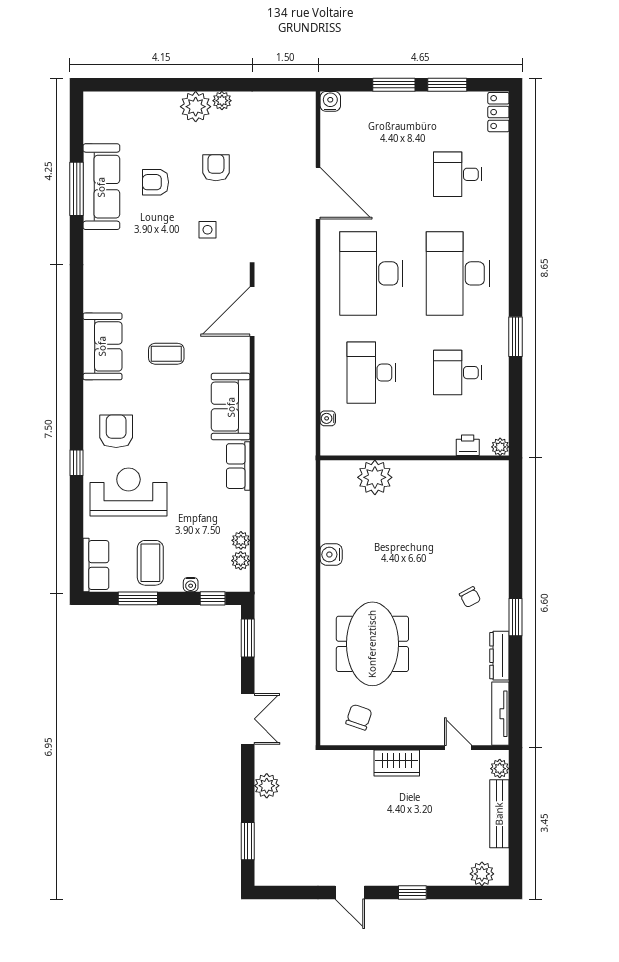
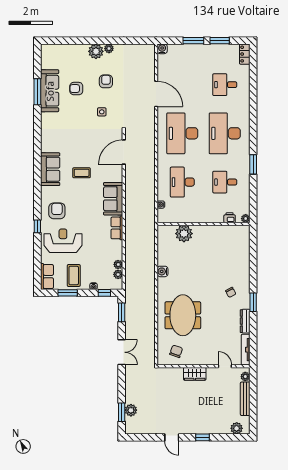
plant: (267, 786) -> (131, 410), moved

